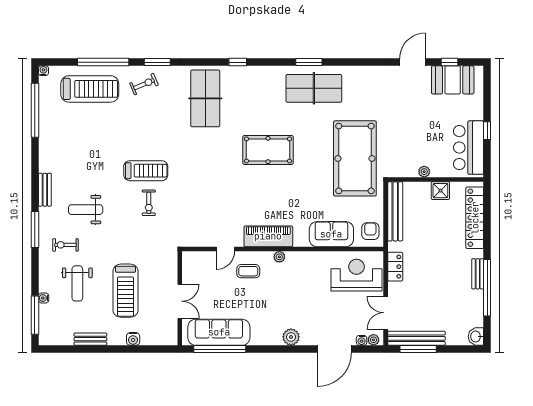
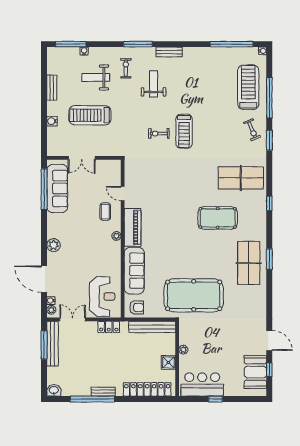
treadmill: (90, 89) -> (248, 87), turned 180
pool table: (268, 150) -> (218, 218), moved, turned 90
sofa: (331, 234) -> (134, 271), width x1.36

